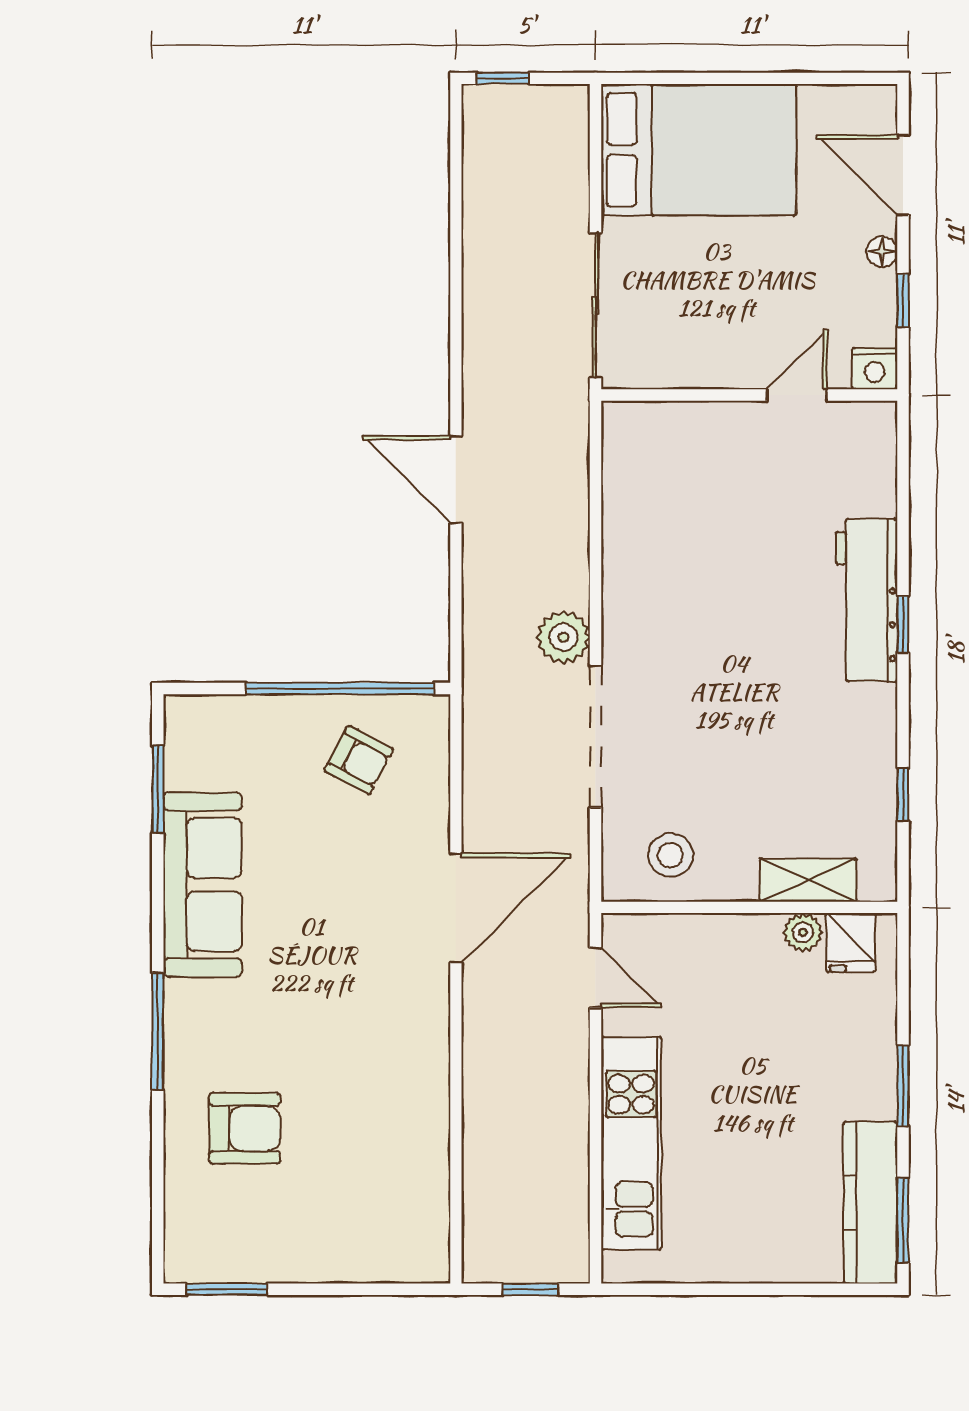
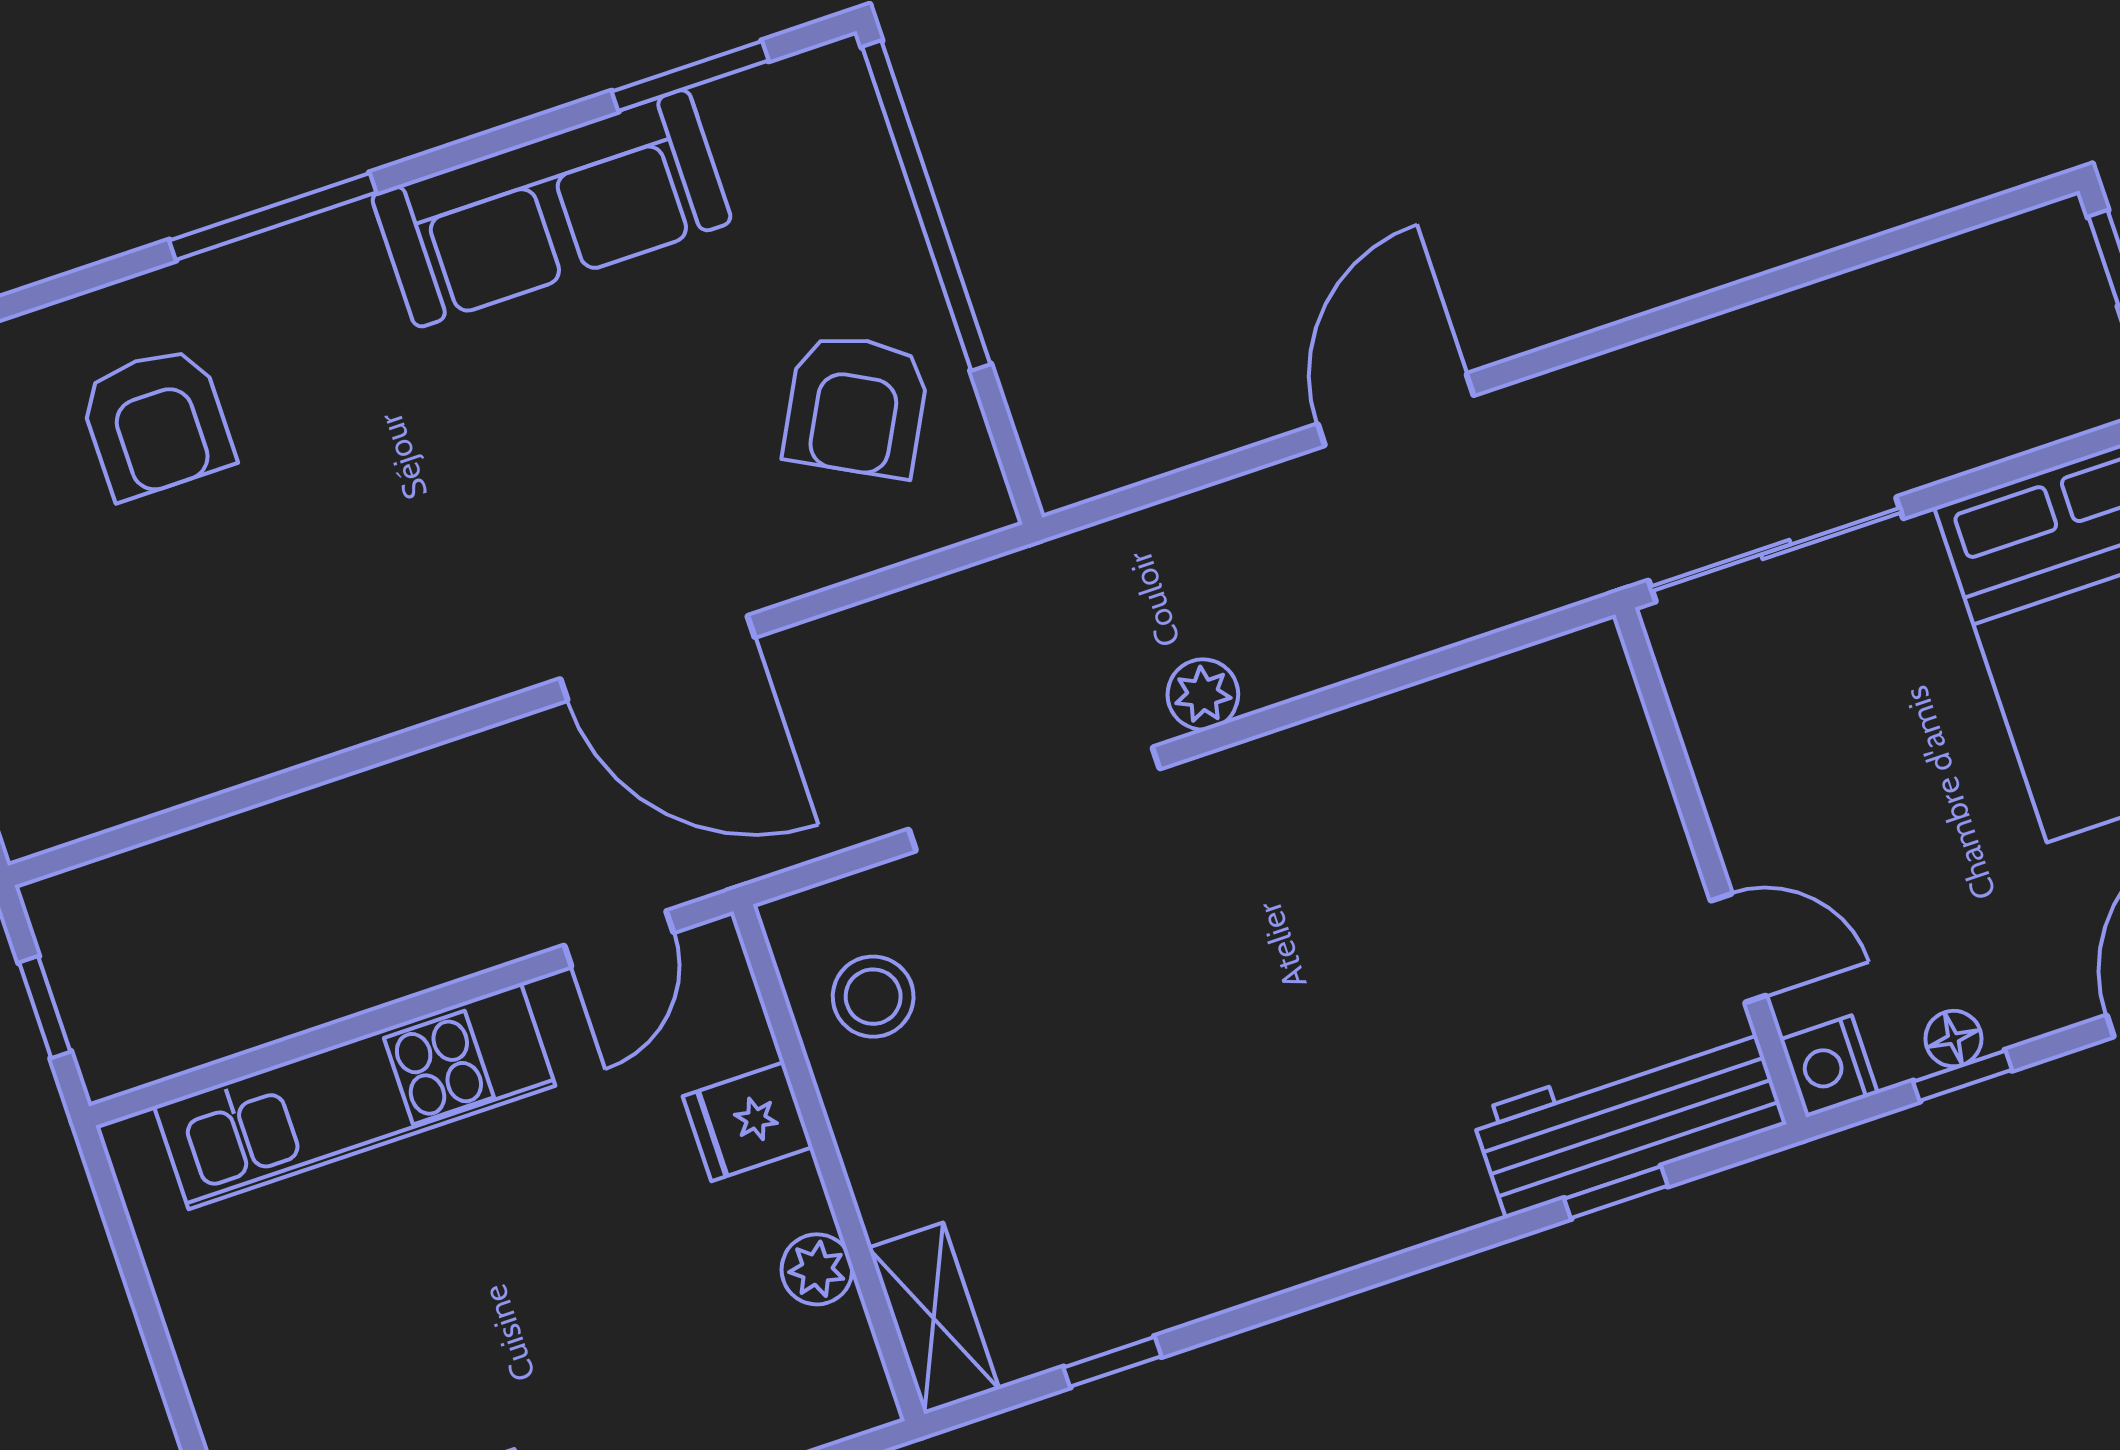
floor lamp: (882, 252) -> (1953, 1039), moved
workbench: (867, 600) -> (1629, 1119), moved
window: (903, 624) -> (1616, 1192), moved
plant: (563, 637) -> (1203, 694), width x0.73, depth x0.73
window: (340, 688) -> (926, 206), moved
armchair: (359, 760) -> (856, 405), width x1.38, depth x1.38
shelving: (808, 880) -> (934, 1318), moved
fridge: (851, 942) -> (748, 1122), moved

